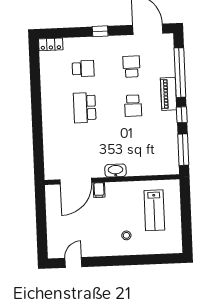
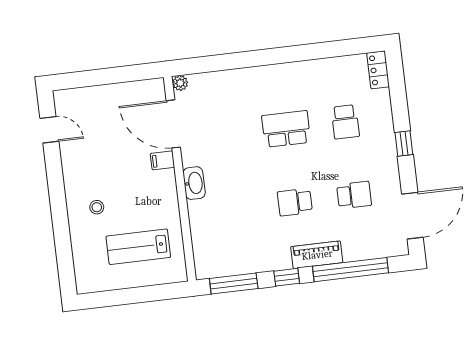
plant: (49, 175) -> (180, 83), added

